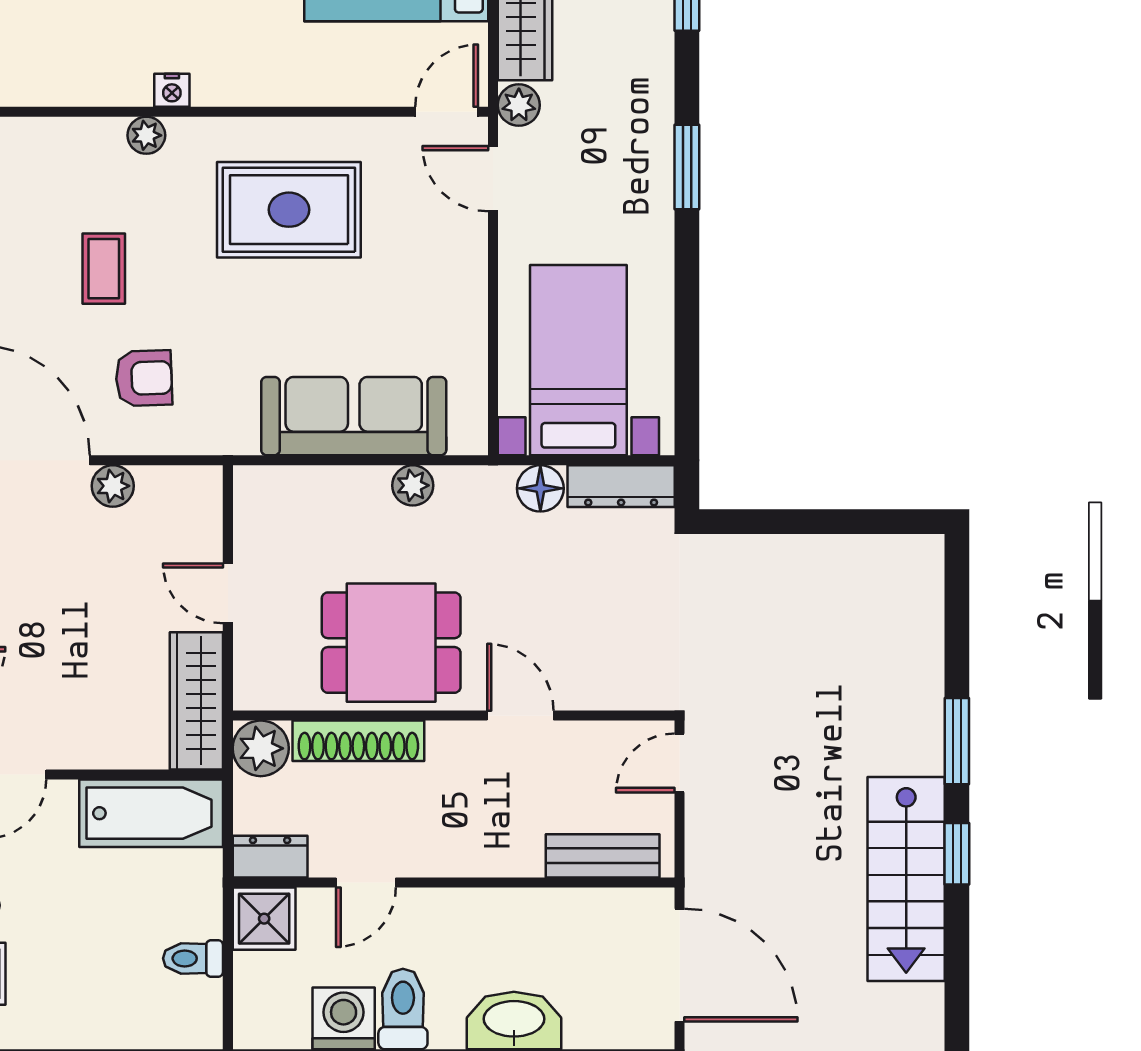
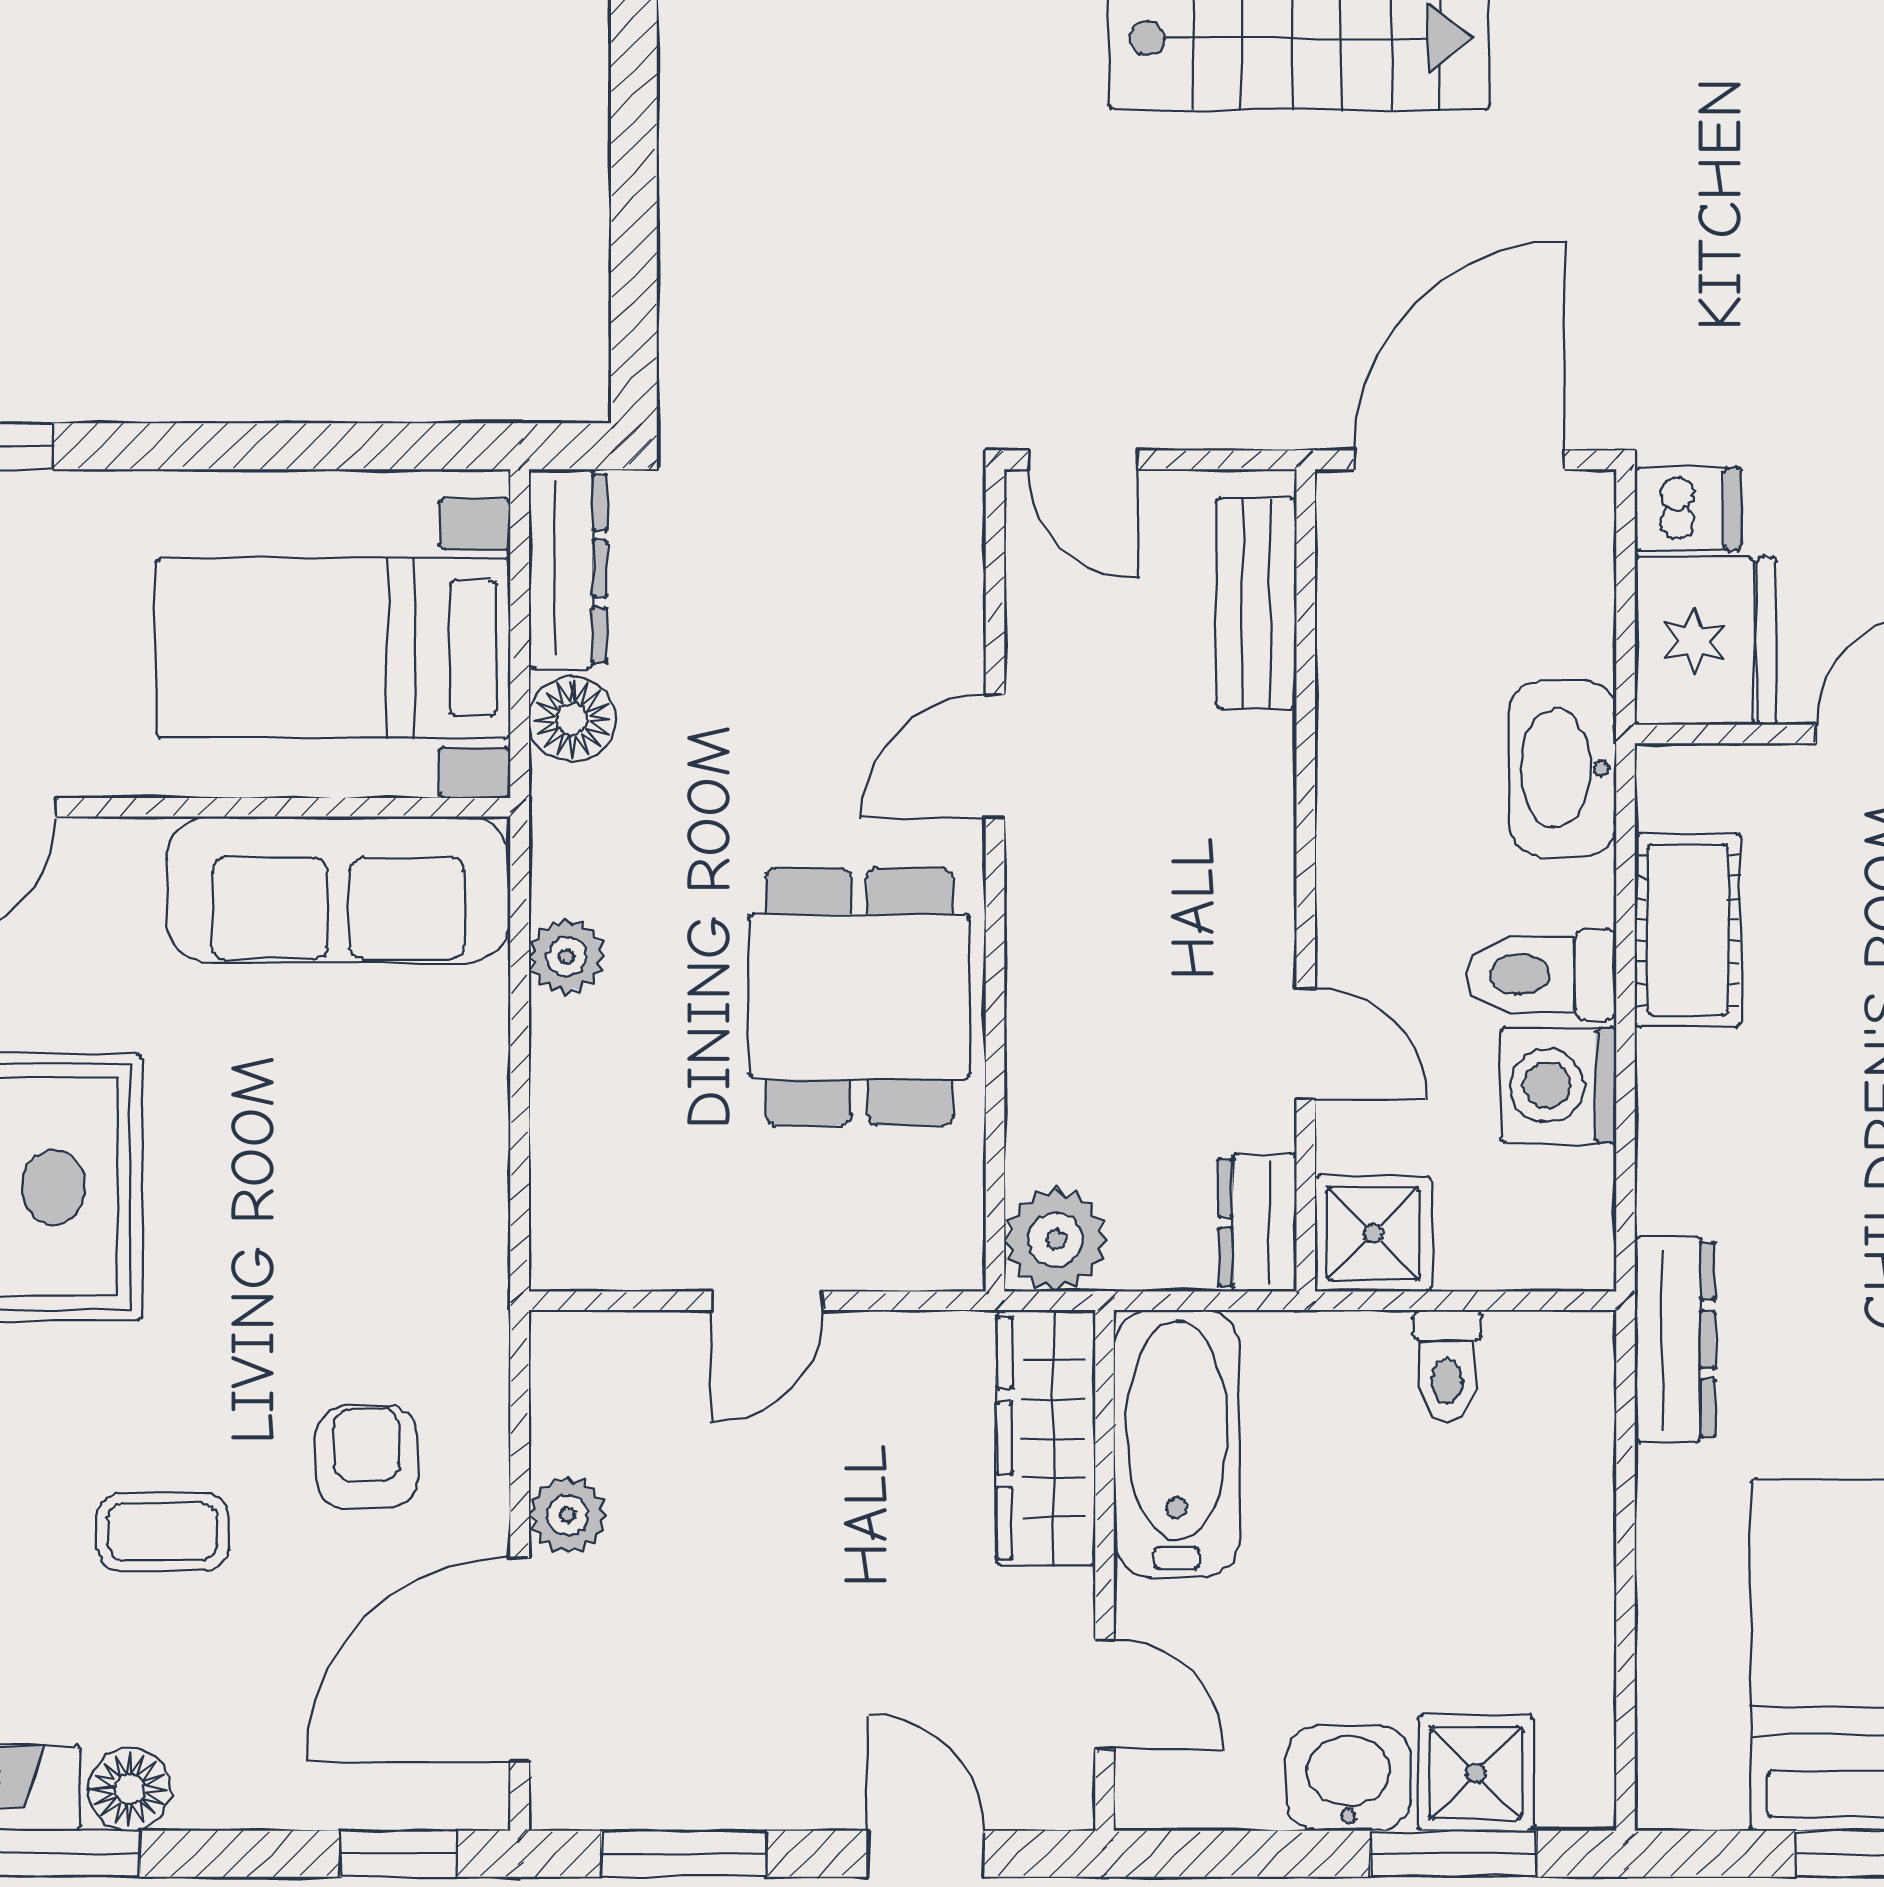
sofa: (354, 416) -> (338, 889), moved, turned -90
wardrobe: (196, 701) -> (1046, 1438), moved, turned 90
shoe rack: (358, 741) -> (1042, 1058), removed

